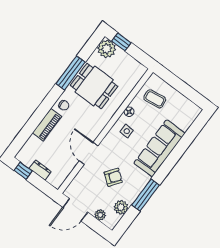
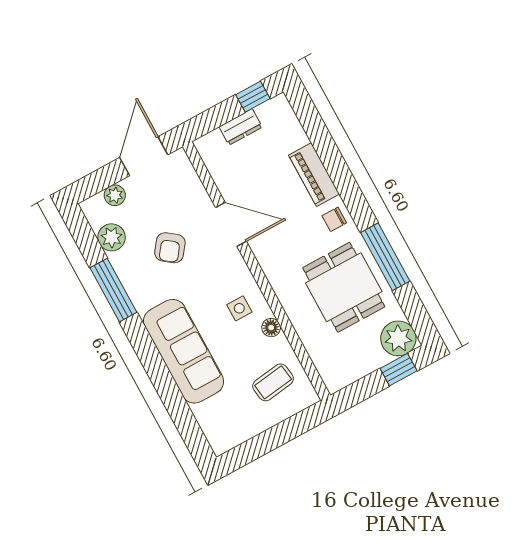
dining table: (94, 86) -> (344, 287), turned 90

